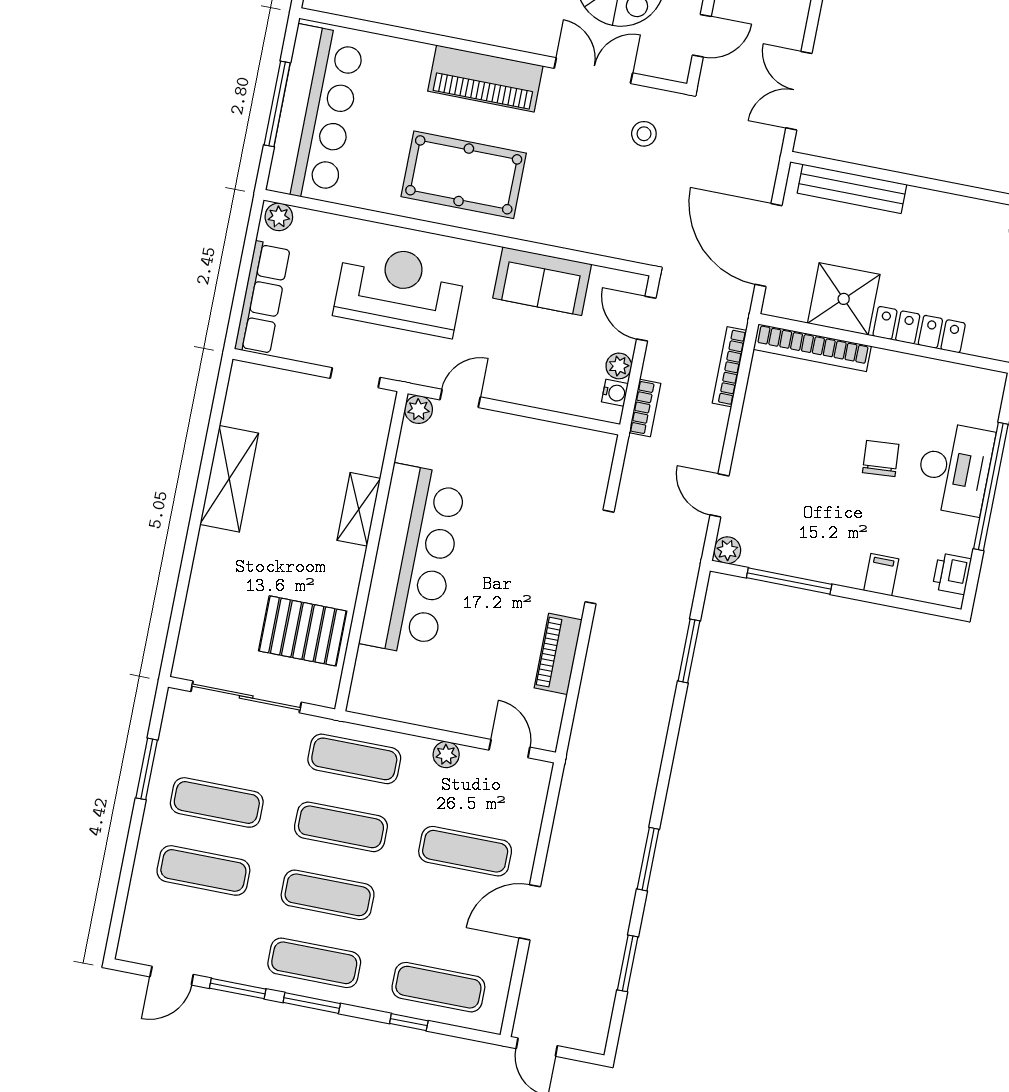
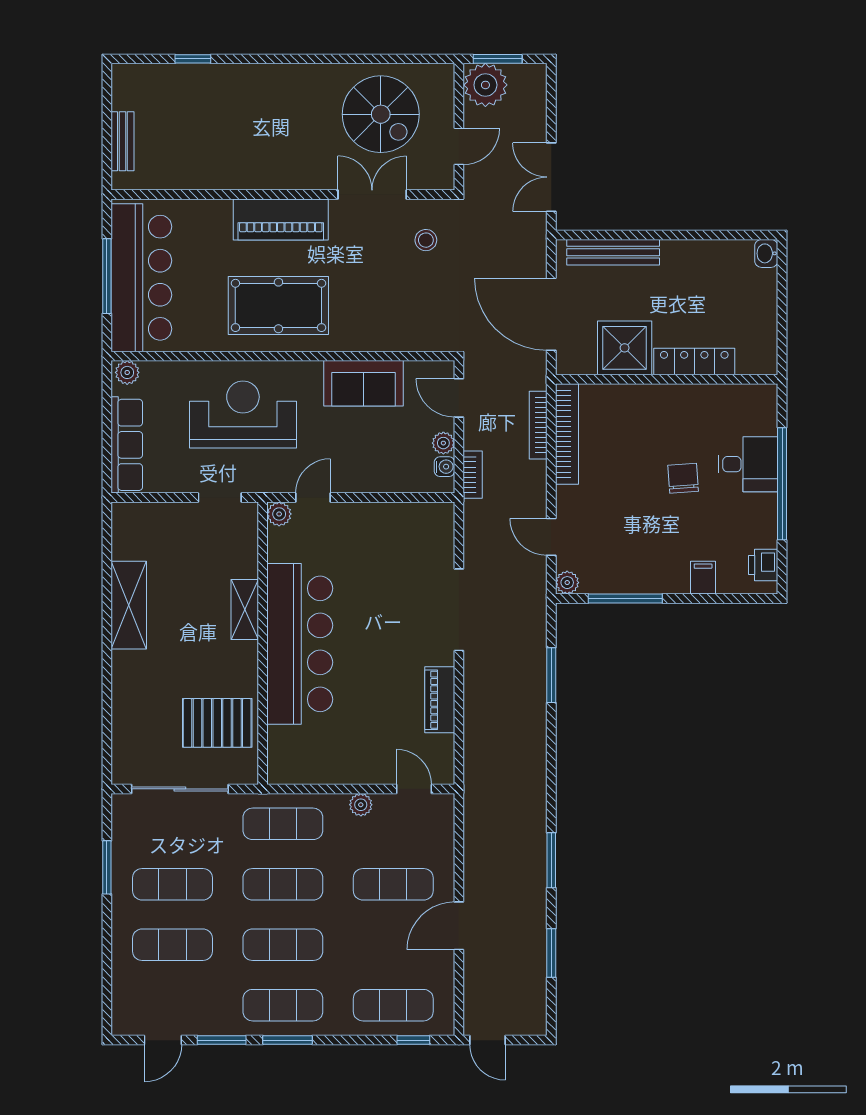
bookcase: (812, 348) -> (567, 434), moved, turned -90
desk: (955, 469) -> (748, 464), width x0.73
window: (409, 1022) -> (413, 1040), moved

